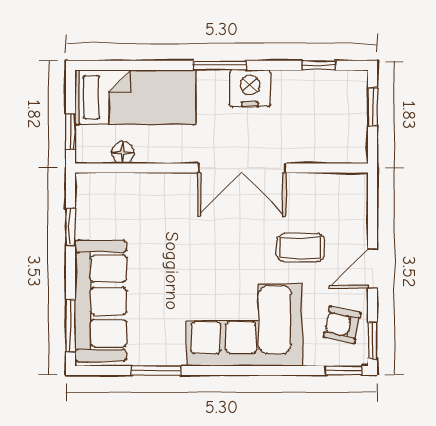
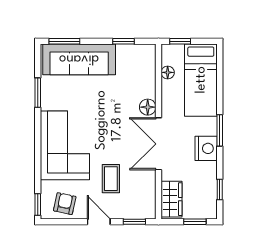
wardrobe: (335, 146) -> (172, 199), added
floor lamp: (181, 186) -> (148, 107), added
window: (373, 340) -> (134, 222), moved

